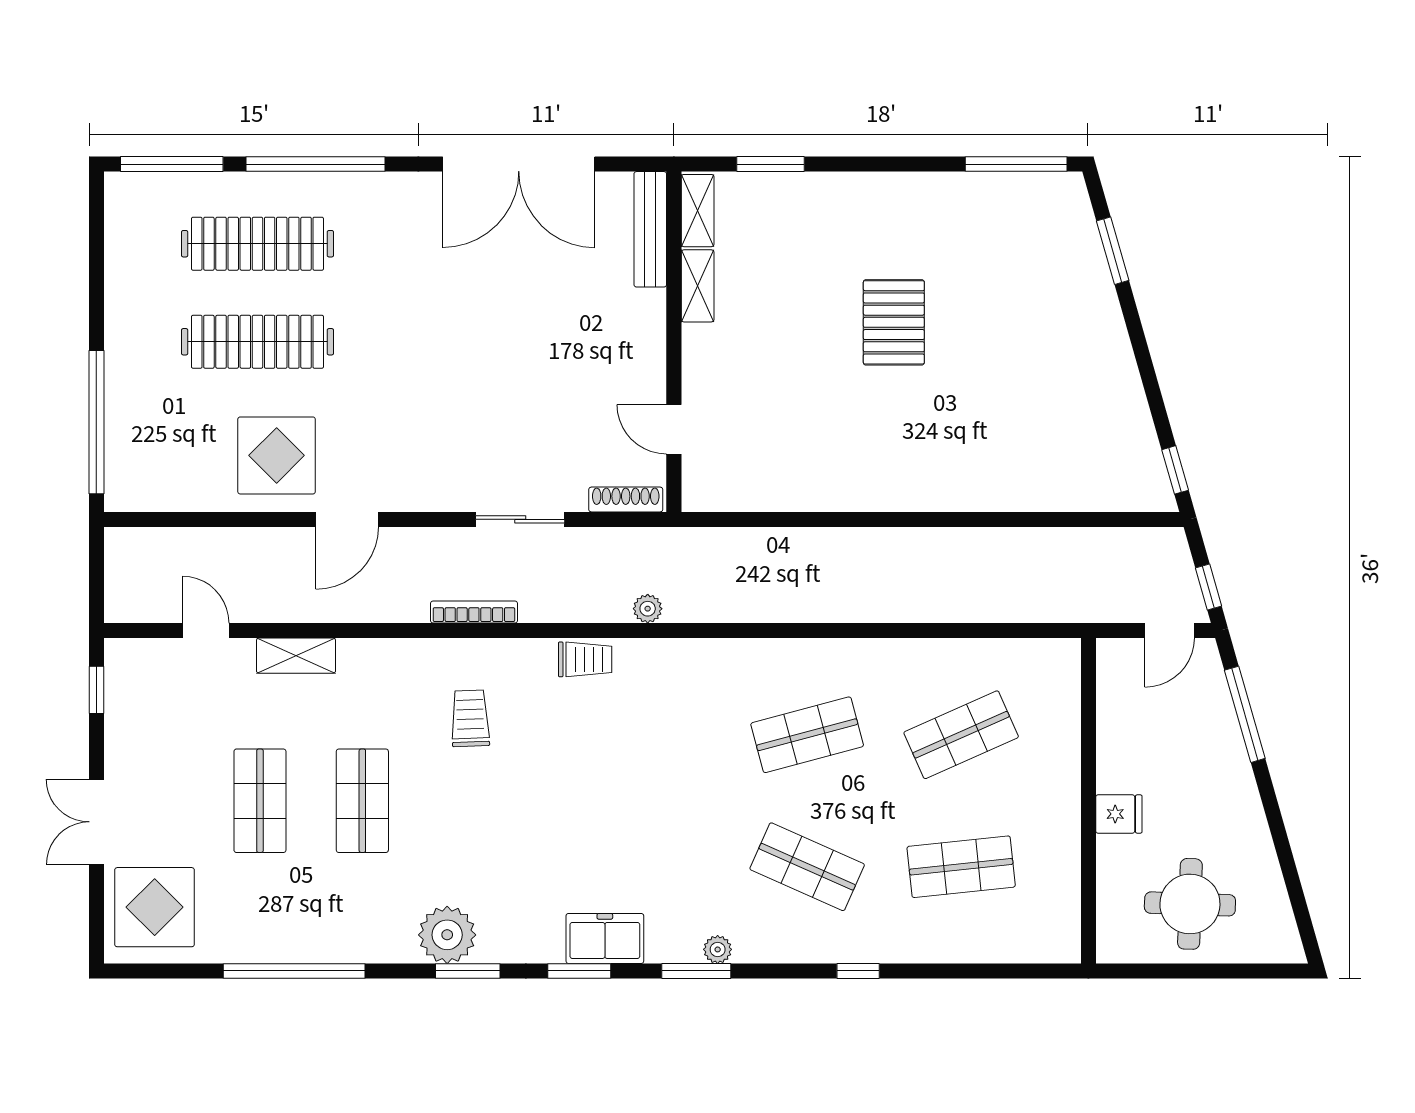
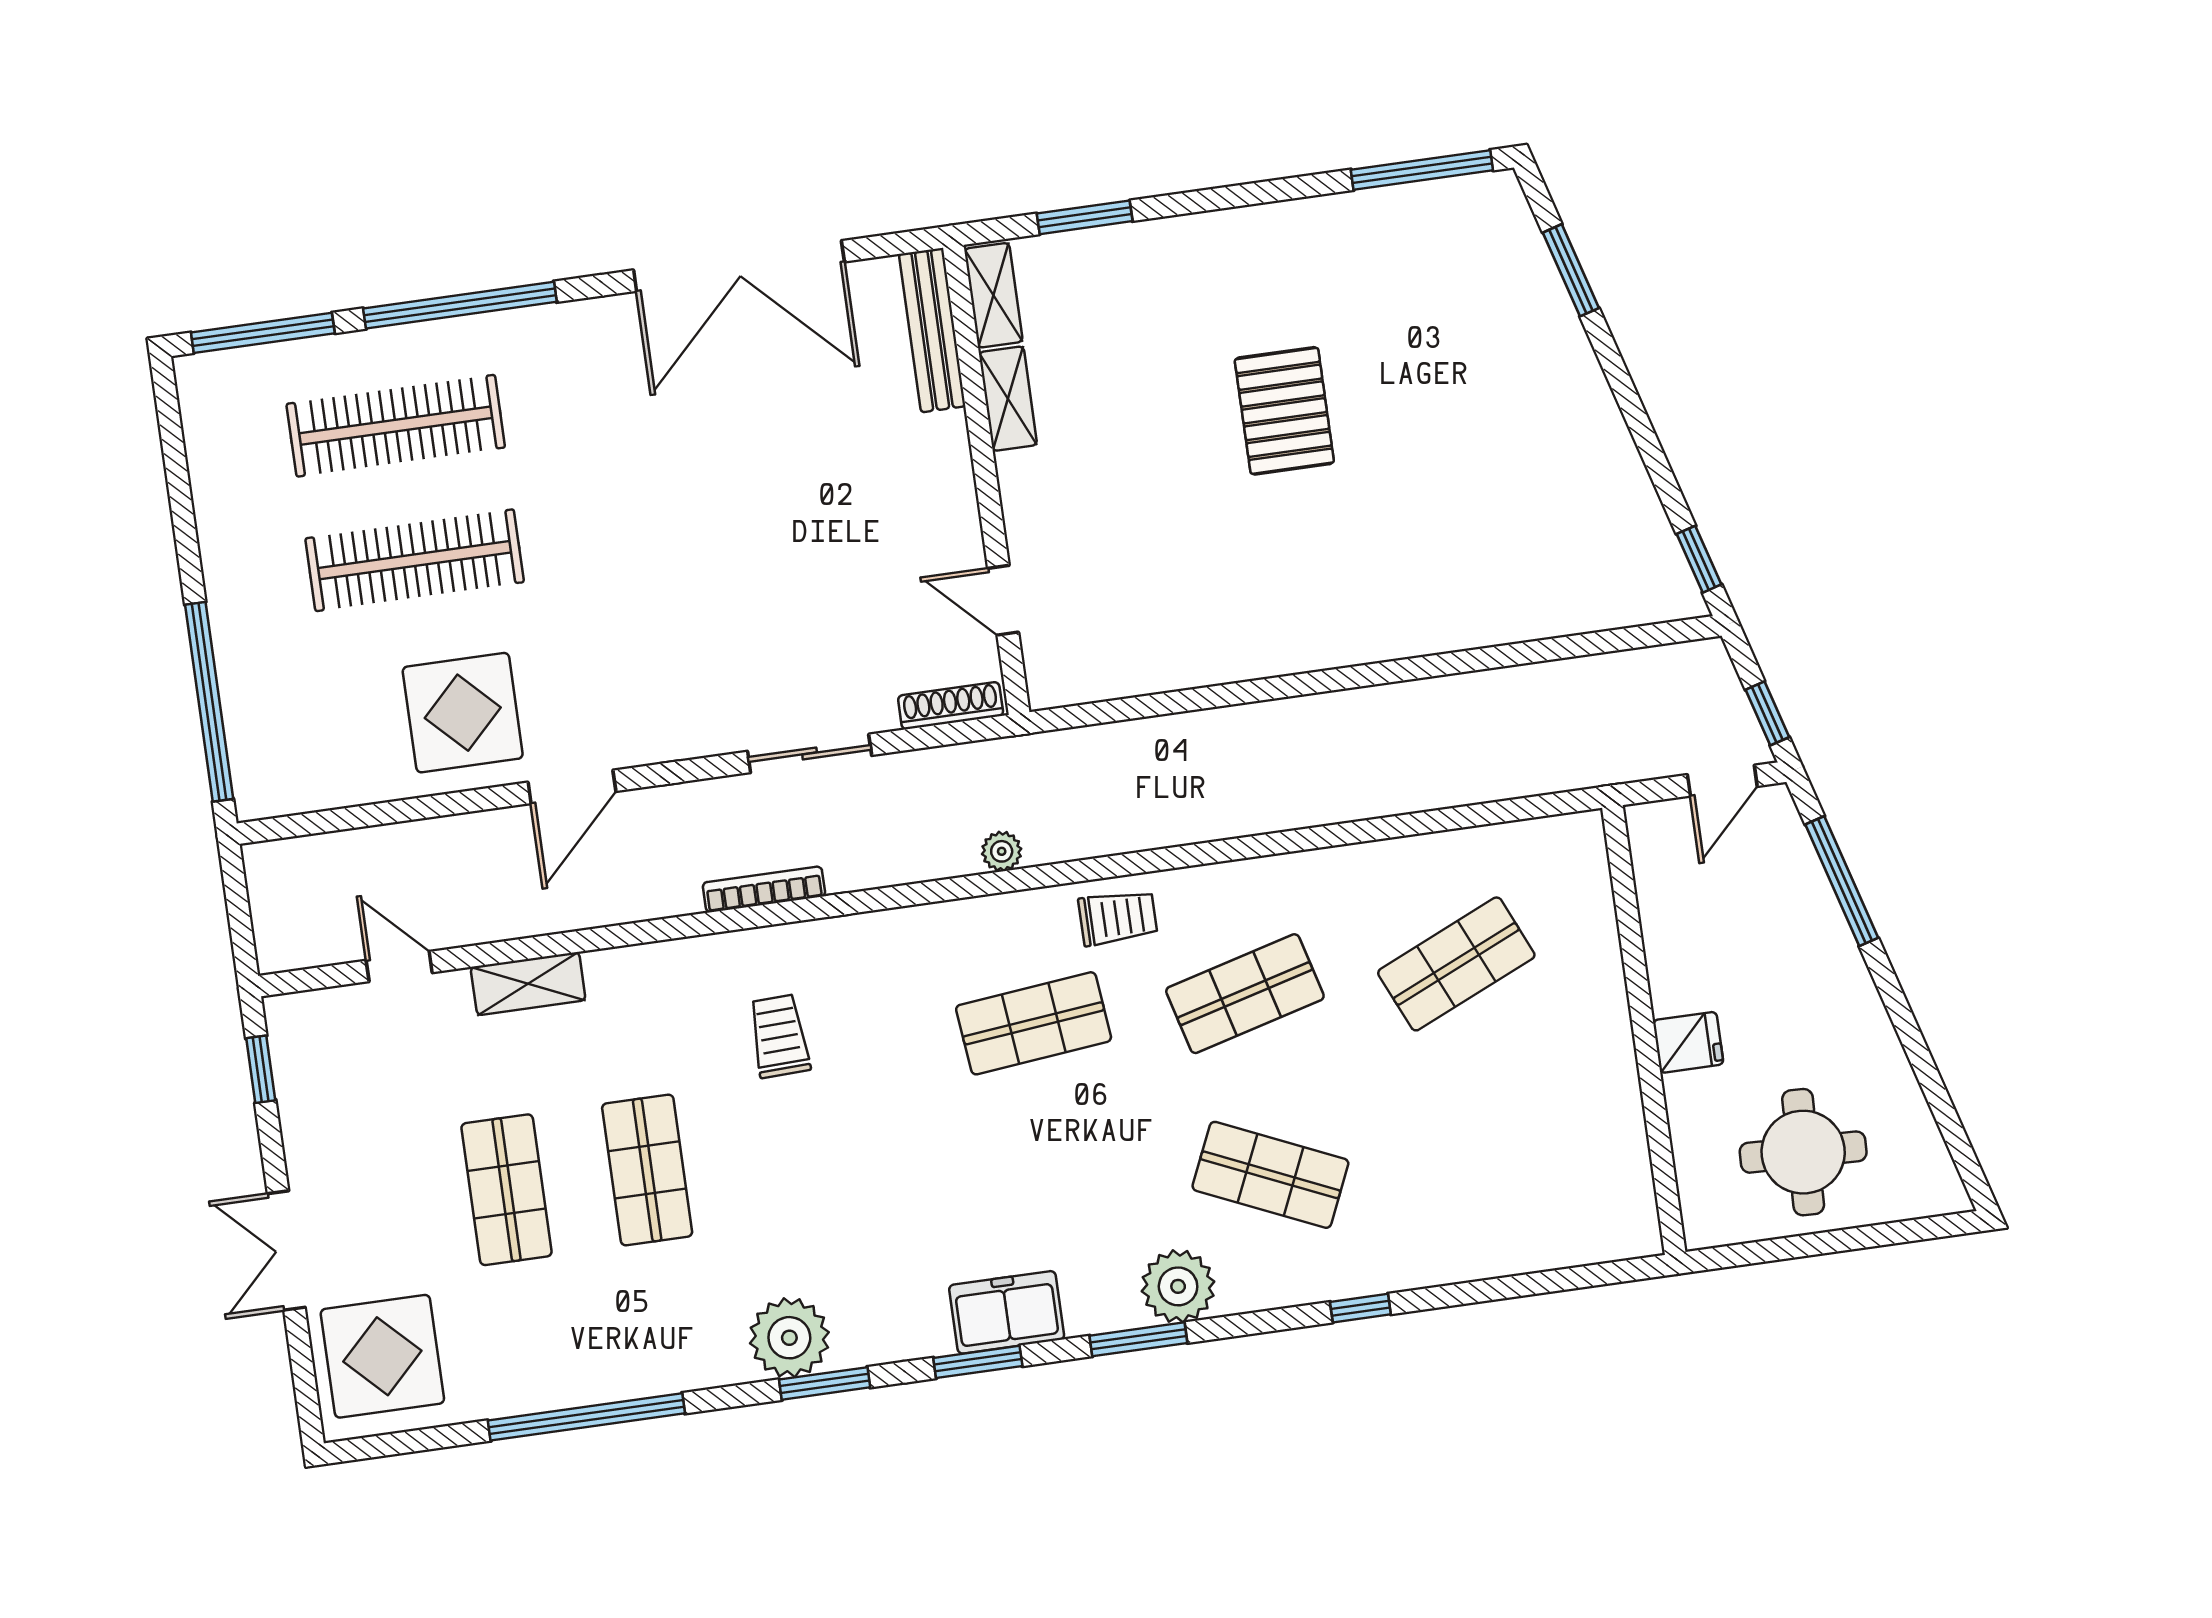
trolley: (585, 659) -> (1118, 918), moved
shop shelf: (961, 867) -> (1034, 1023), moved
plant: (718, 949) -> (1178, 1286), width x1.87, depth x1.87

